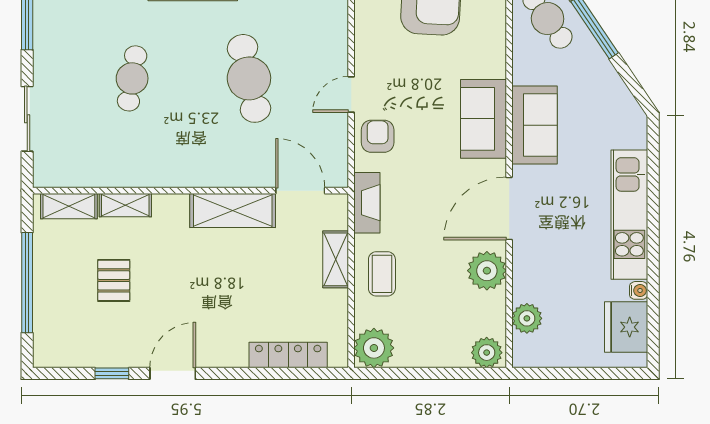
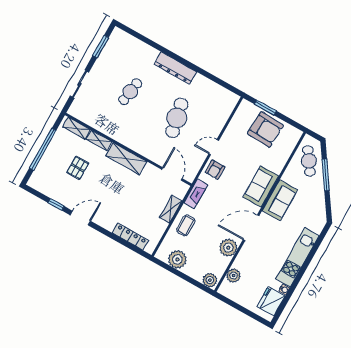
armchair: (378, 136) -> (215, 170), turned 180
shelving: (233, 210) -> (126, 159), moved
plant: (374, 348) -> (177, 259), moved

